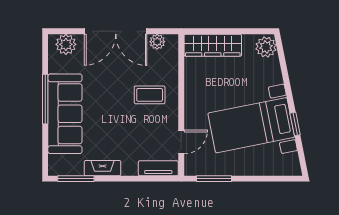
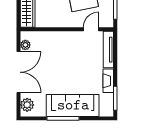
coffee table: (150, 95) -> (60, 50), removed
door: (181, 142) -> (91, 29), hinge flipped
tv unit: (158, 168) -> (108, 50), width x1.41

